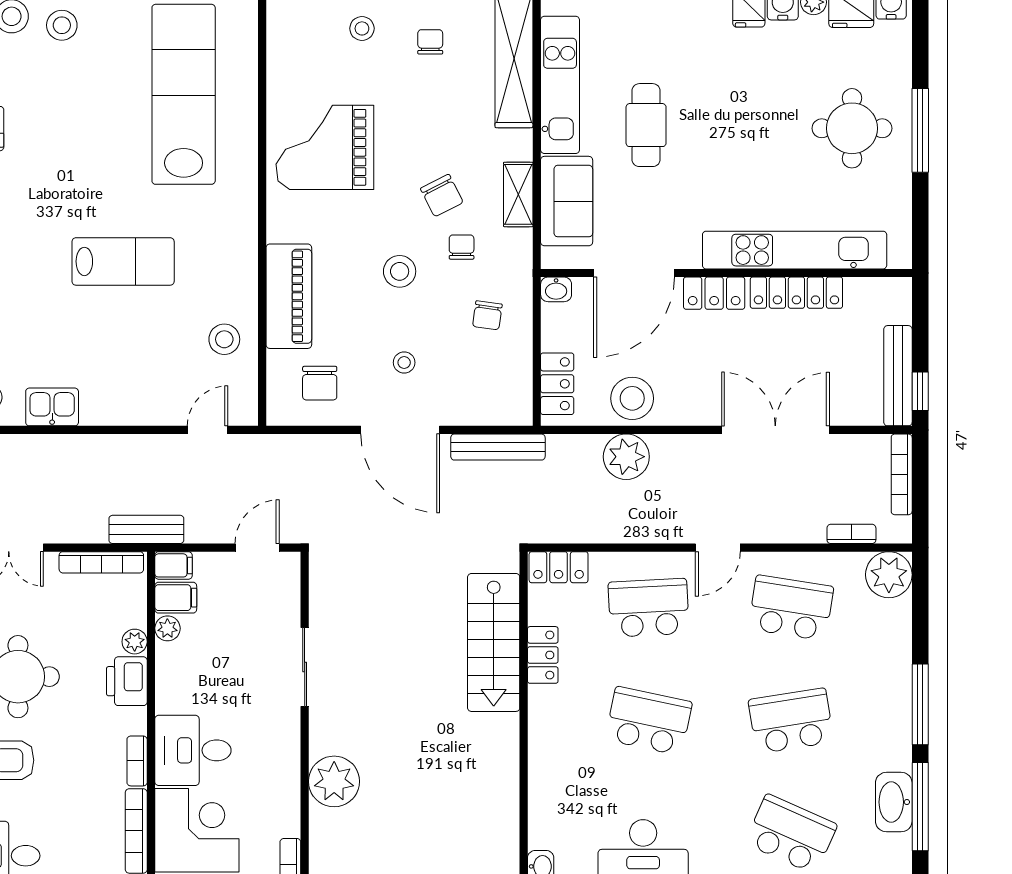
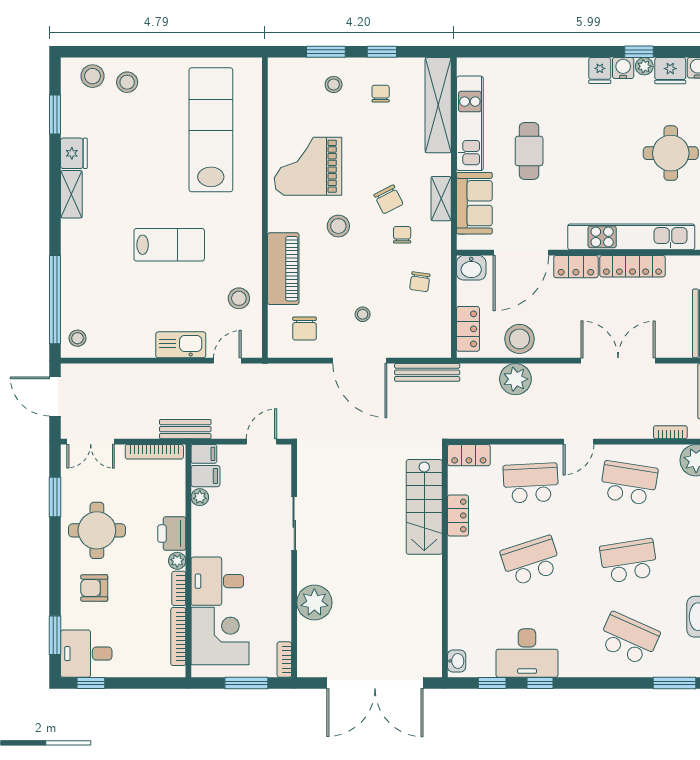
stool: (400, 271) -> (338, 226), moved
washbasin: (556, 289) -> (471, 268), width x1.38, depth x1.45
kitchen sink: (52, 407) -> (181, 345), moved, width x1.38
plant: (135, 642) -> (177, 561), moved
school desk: (649, 721) -> (531, 561), turned -30

